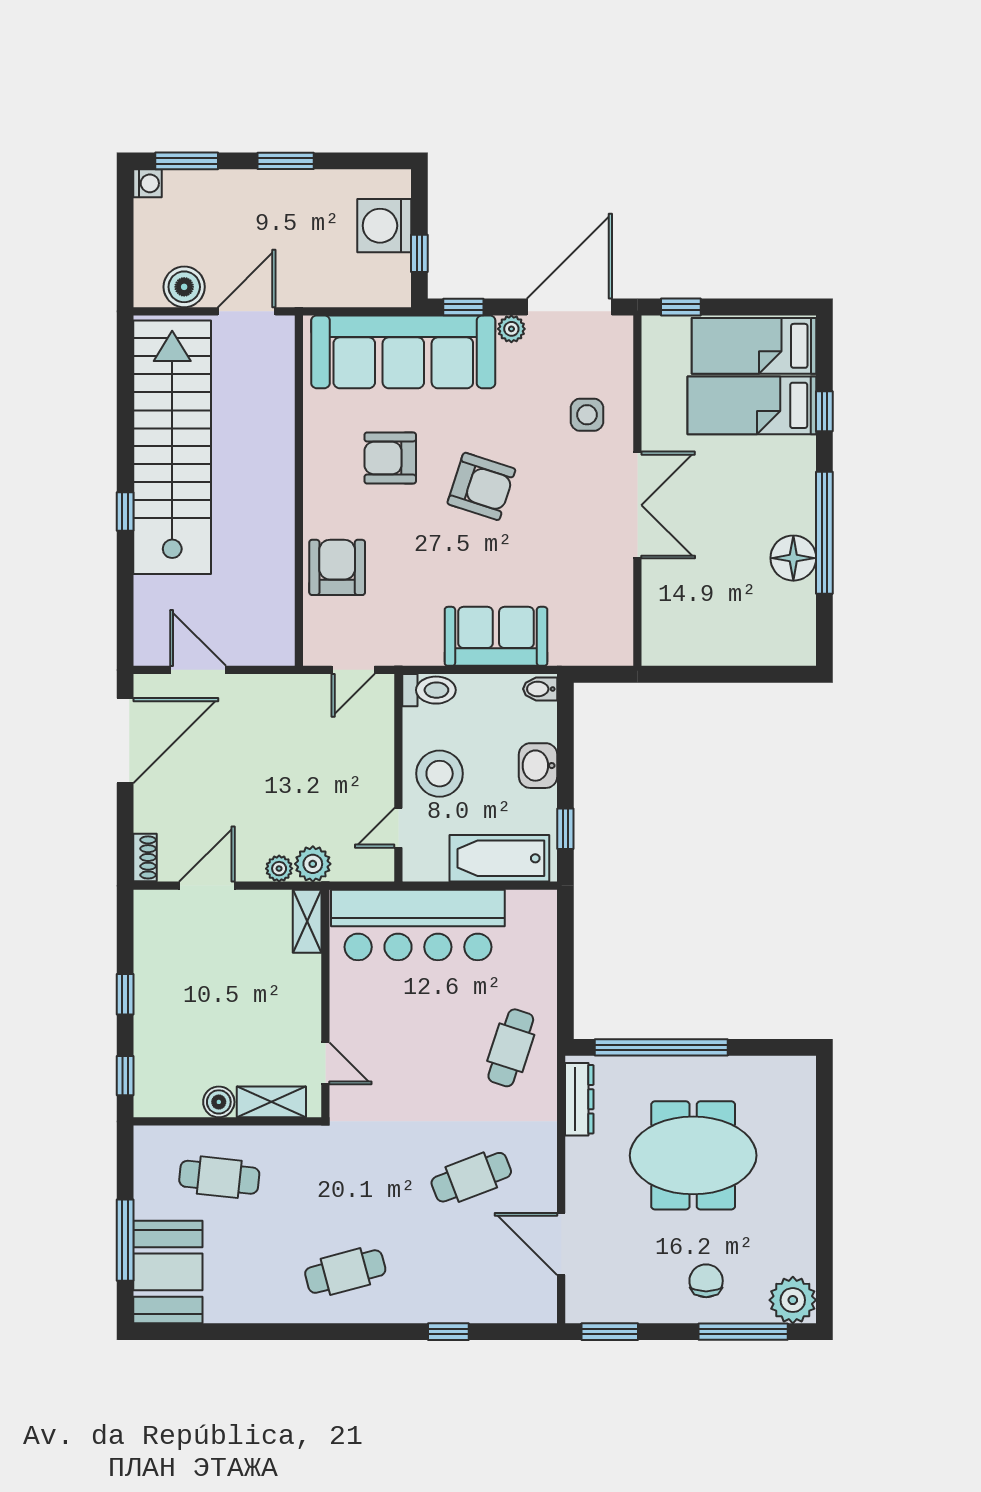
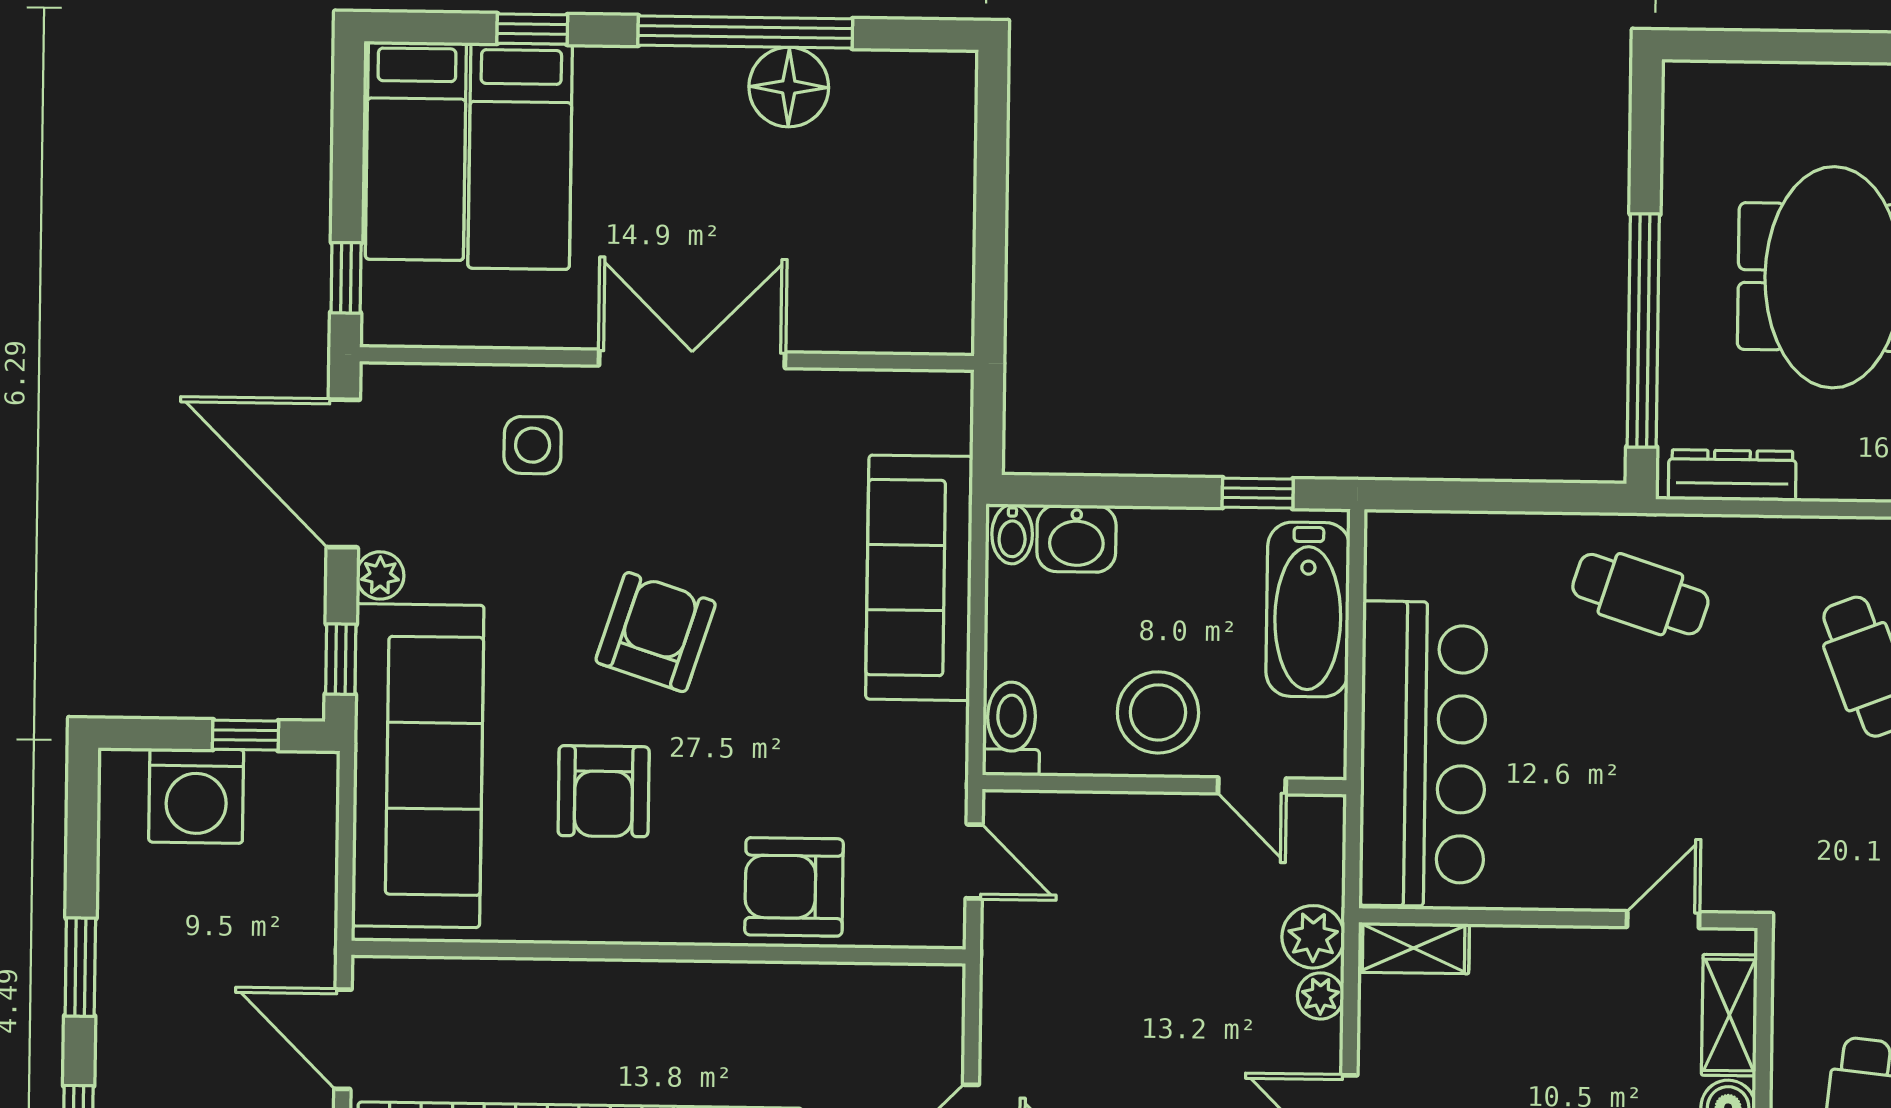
sofa: (496, 636) -> (919, 578), width x1.36
washbasin: (538, 766) -> (1076, 539), moved

